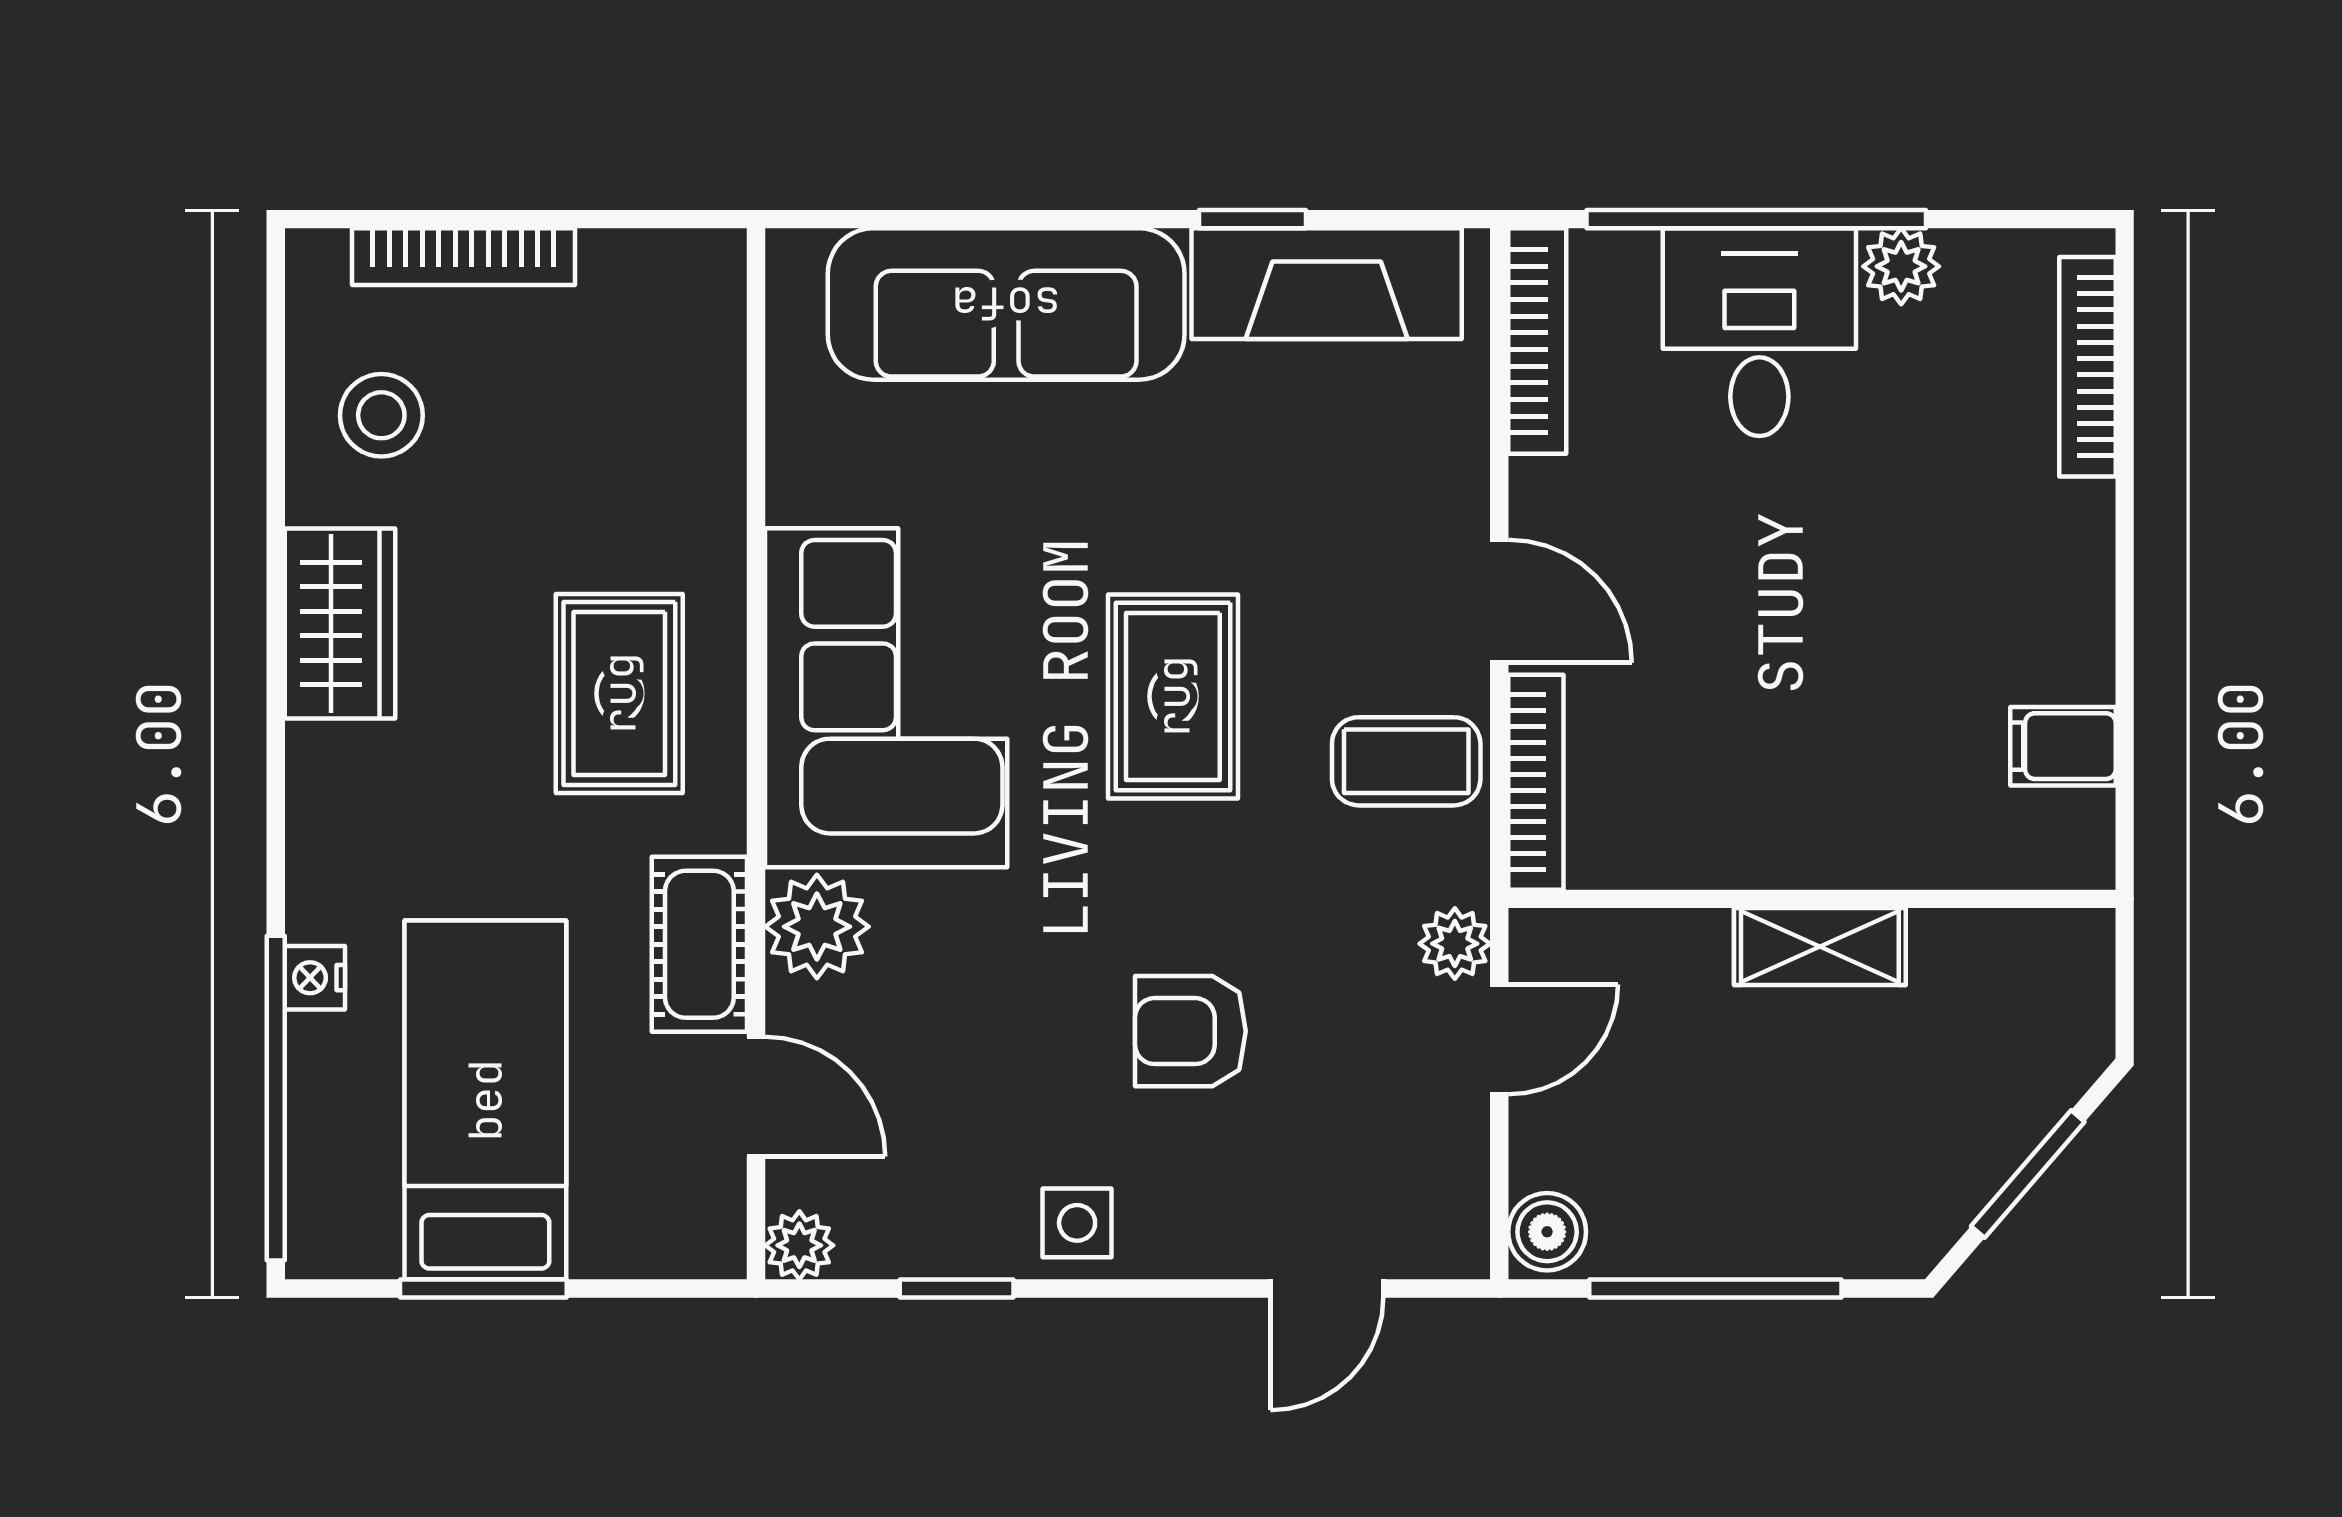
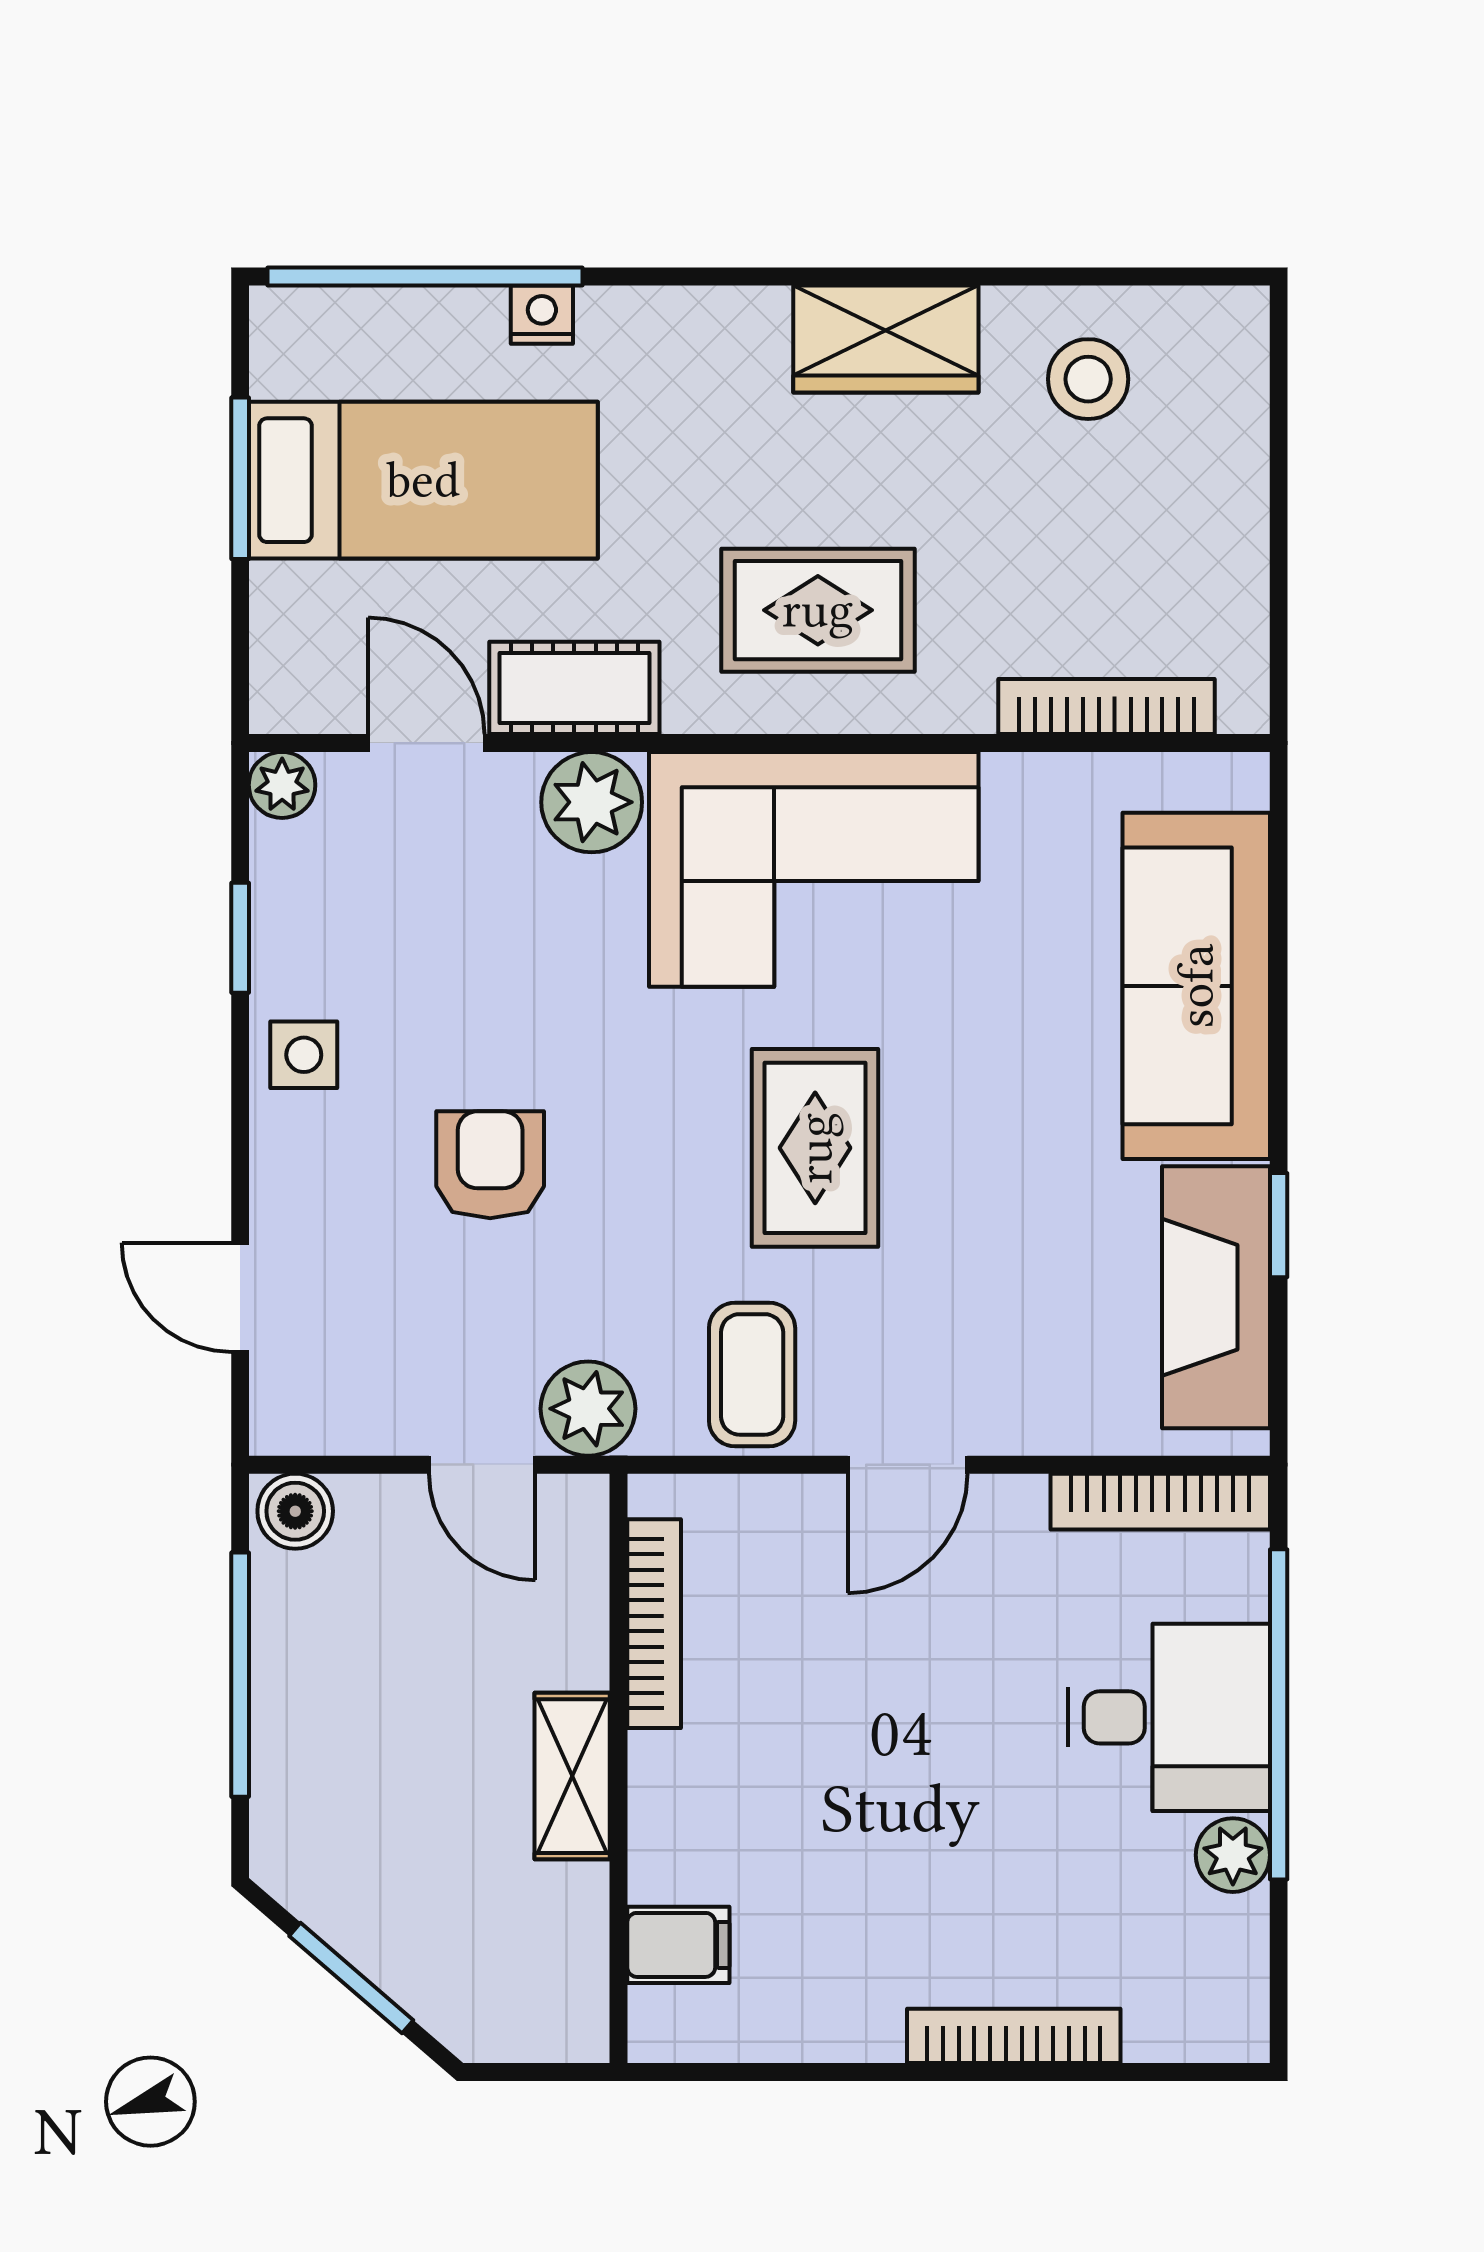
bookcase: (463, 257) -> (1107, 707), moved, turned 90
bookcase: (2087, 367) -> (1014, 2036), moved
rug: (1173, 696) -> (815, 1148), turned 90
filing cabinet: (2063, 746) -> (678, 1945), moved, turned 90
bookcase: (1536, 782) -> (654, 1624), moved, turned -90
plant: (1455, 944) -> (588, 1409), width x1.38, depth x1.38
door: (756, 1097) -> (426, 743), swing flipped

